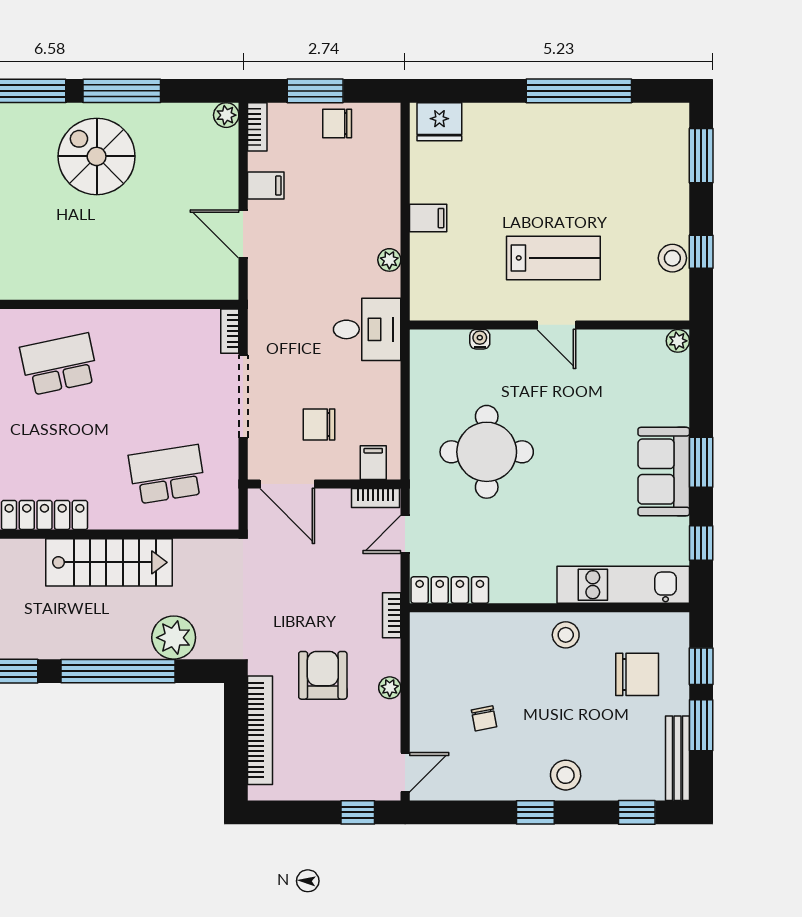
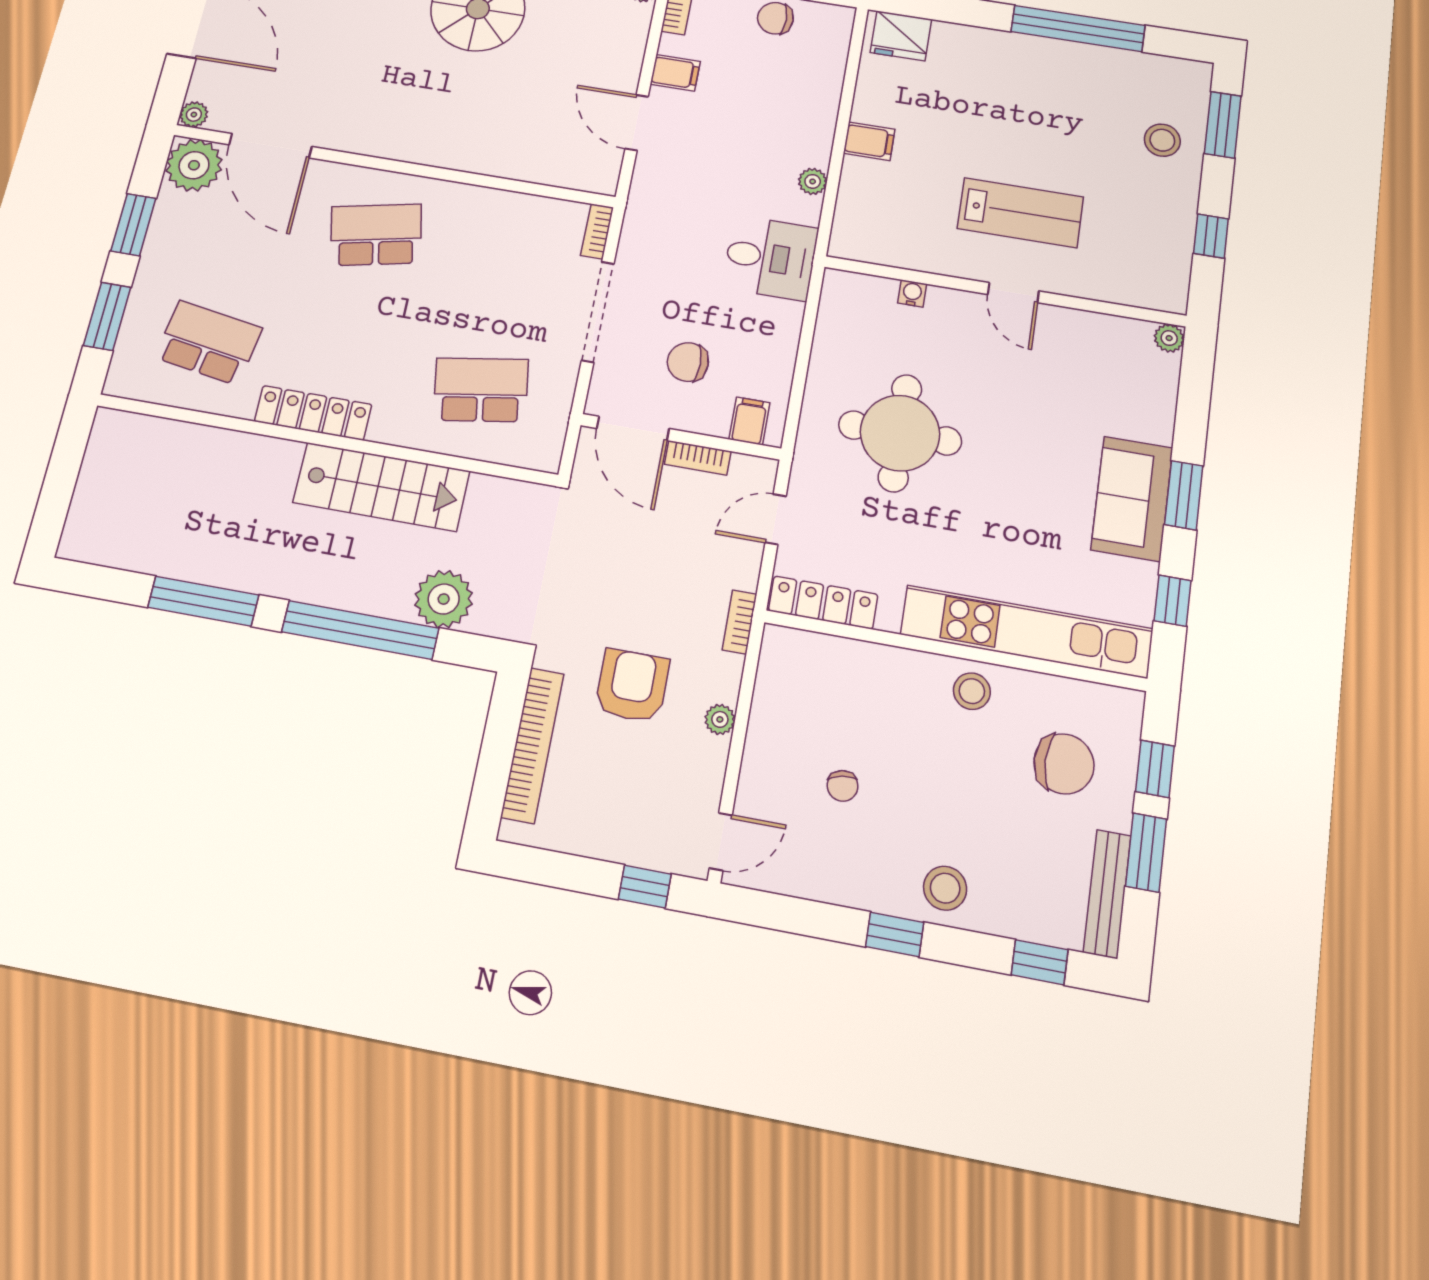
stool: (672, 258) -> (1162, 140), moved
bookcase: (375, 498) -> (698, 458), moved
kitchen unit: (623, 585) -> (1027, 632), width x1.36

